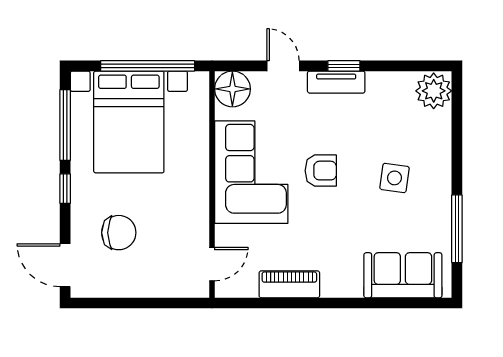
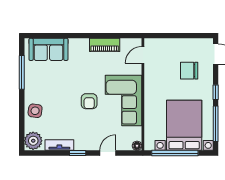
door: (283, 66) -> (108, 153), swing flipped
tv unit: (336, 82) -> (59, 145), moved
floor lamp: (232, 89) -> (137, 146), width x0.53, depth x0.53
armchair: (321, 171) -> (89, 101), turned -90
side table: (395, 178) -> (35, 111), moved

